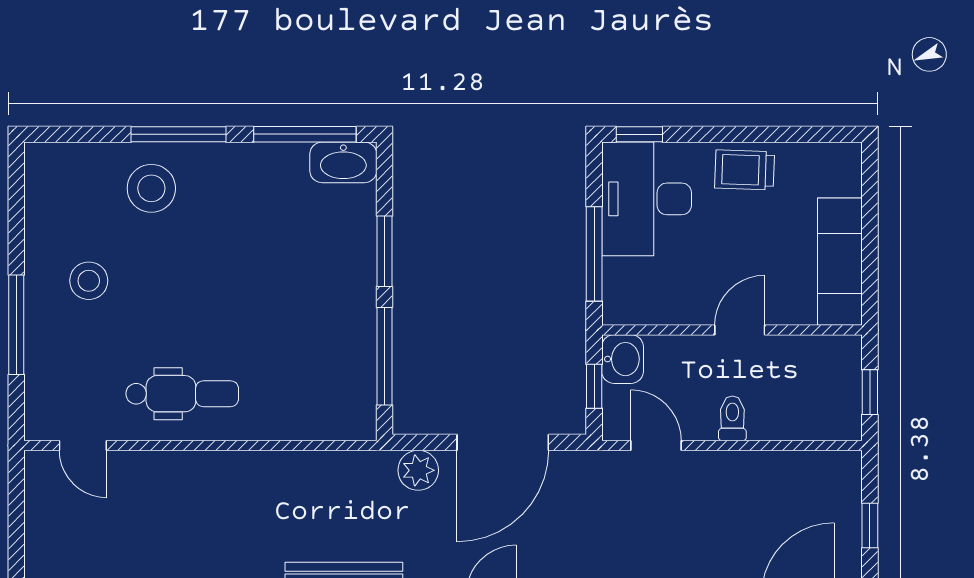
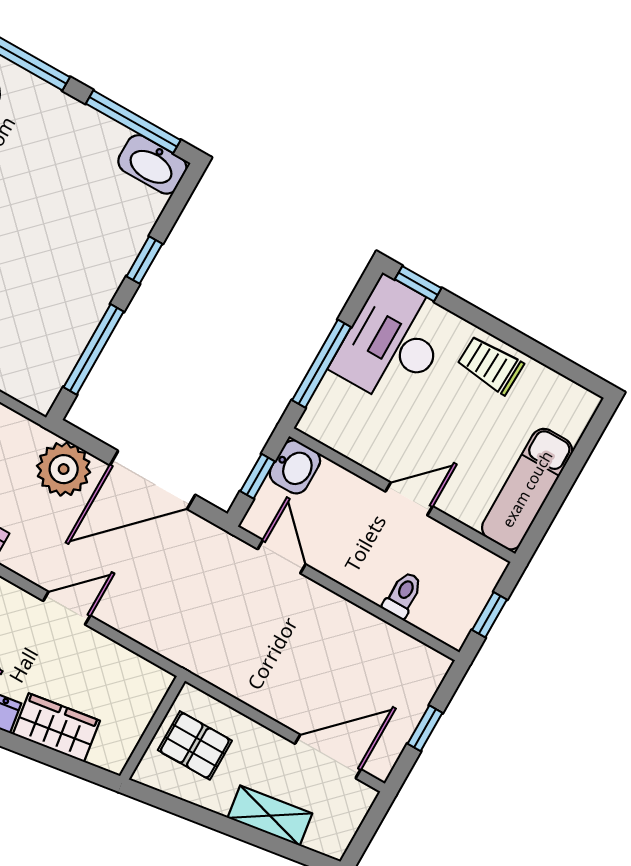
window: (385, 251) -> (144, 260), width x0.67
toilet: (732, 418) -> (403, 595), moved
plant: (418, 470) -> (64, 469), width x1.36, depth x1.36

